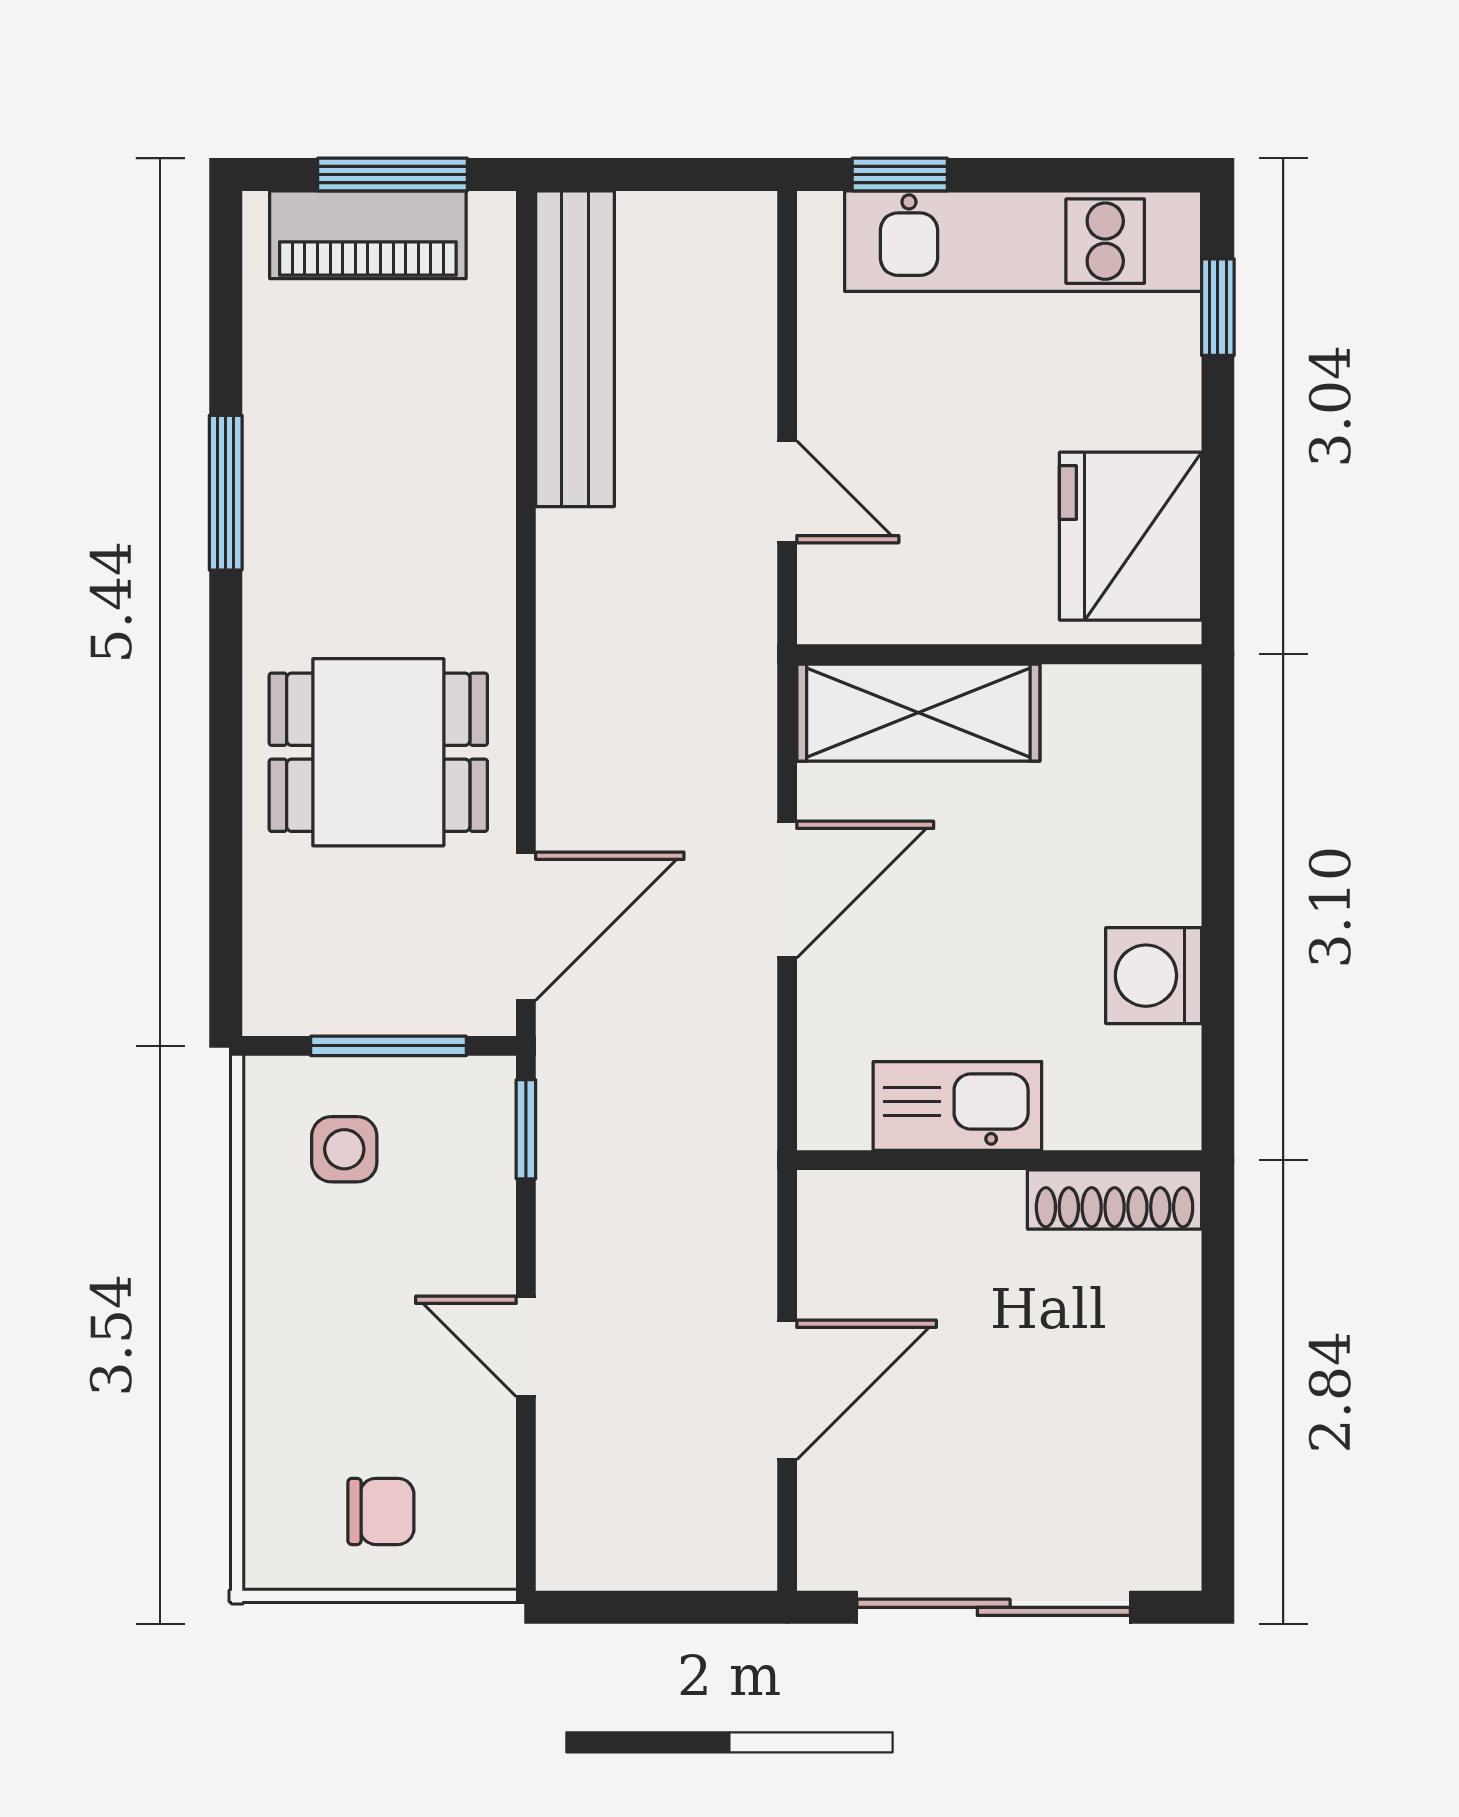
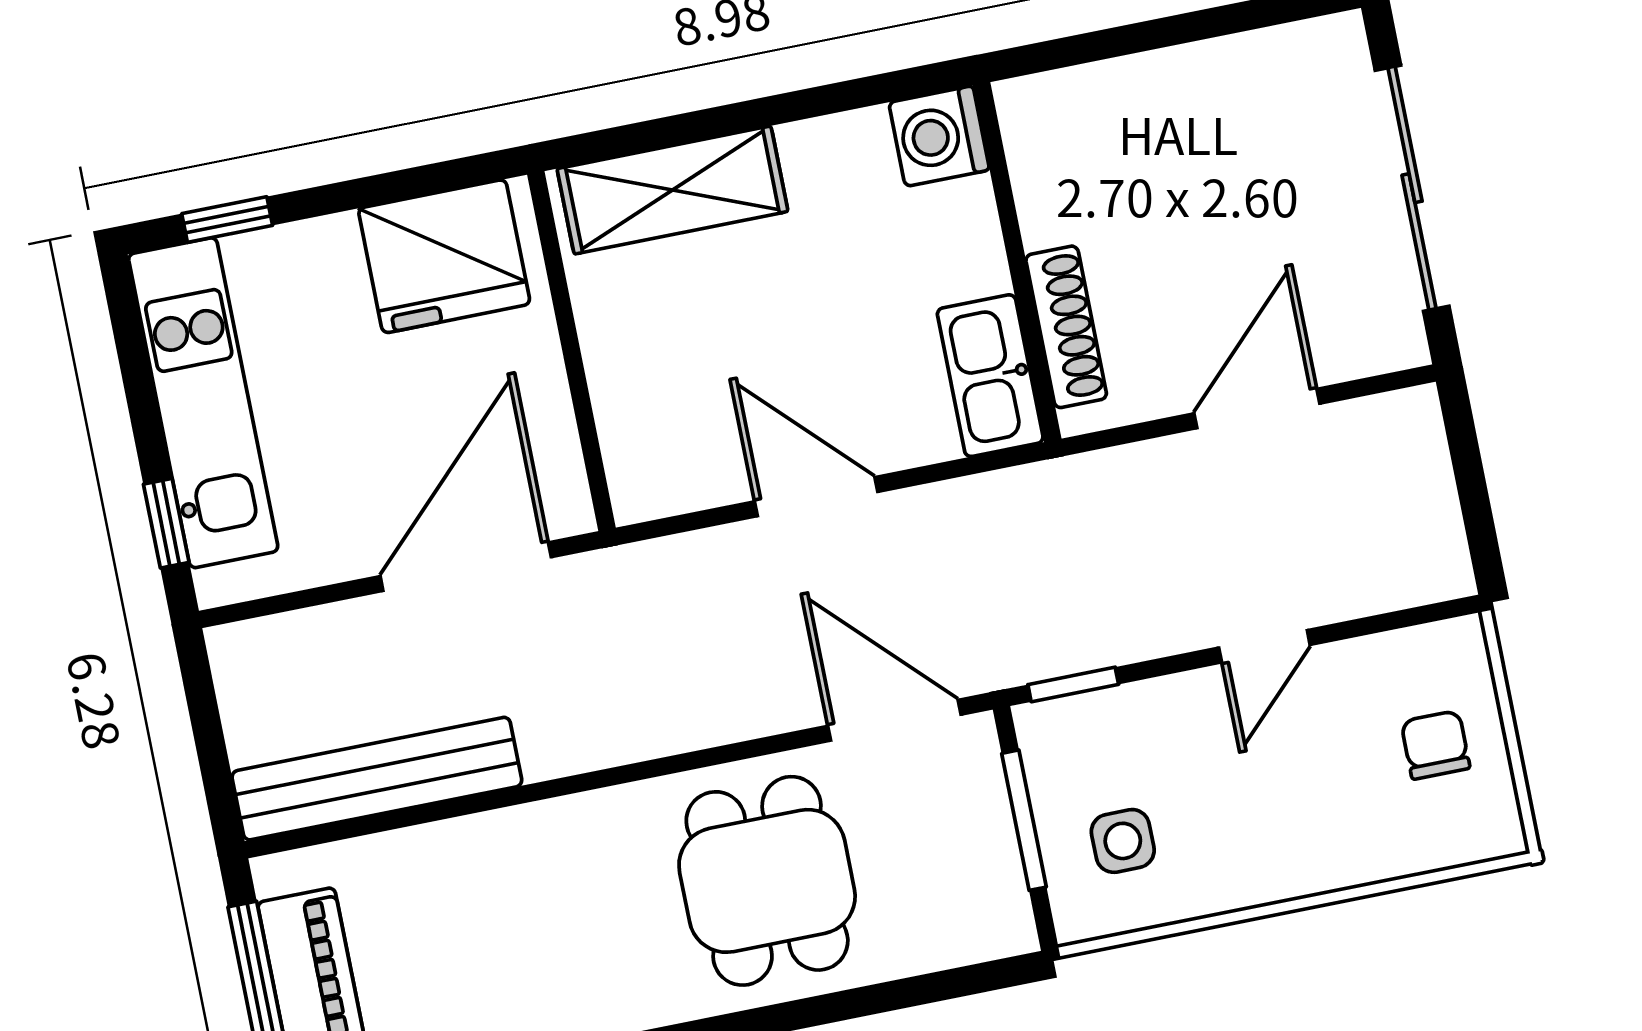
door: (787, 492) -> (466, 567), width x1.88
shelving: (918, 713) -> (672, 190), moved, turned 90
washing machine: (1154, 976) -> (939, 136), moved, turned 90
kitchen sink: (957, 1106) -> (990, 376), moved
shoe rack: (1115, 1200) -> (1066, 327), moved
door: (787, 1390) -> (1257, 409), hinge flipped

